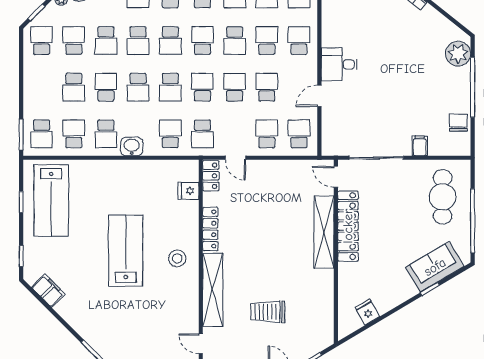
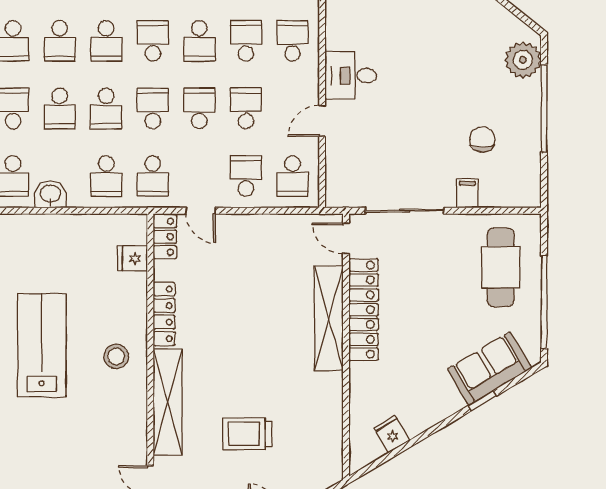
chair: (458, 123) -> (482, 140), moved
school desk: (170, 134) -> (106, 176), turned 180
school desk: (299, 134) -> (293, 176), turned 180

